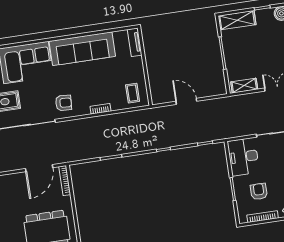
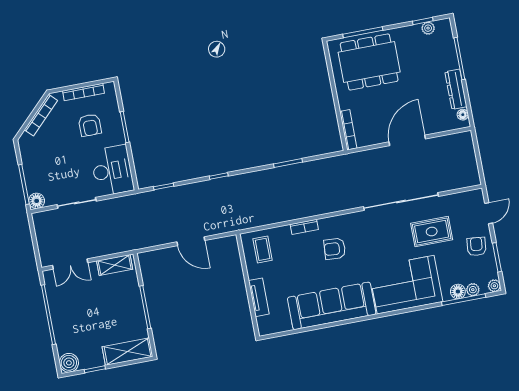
tv unit: (135, 42) -> (259, 297), moved
armchair: (63, 103) -> (335, 249), moved
door: (39, 168) -> (407, 140), moved

